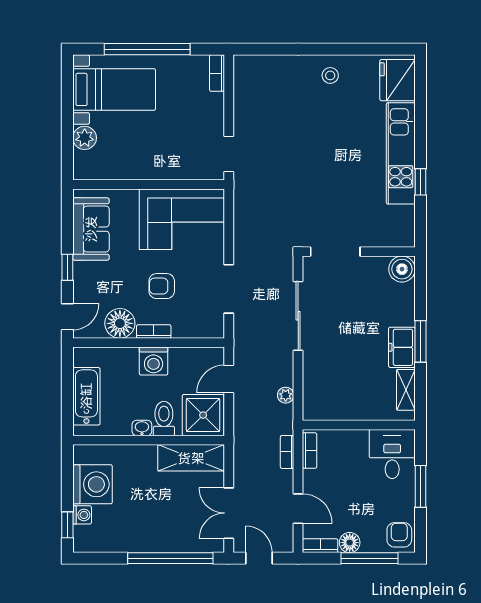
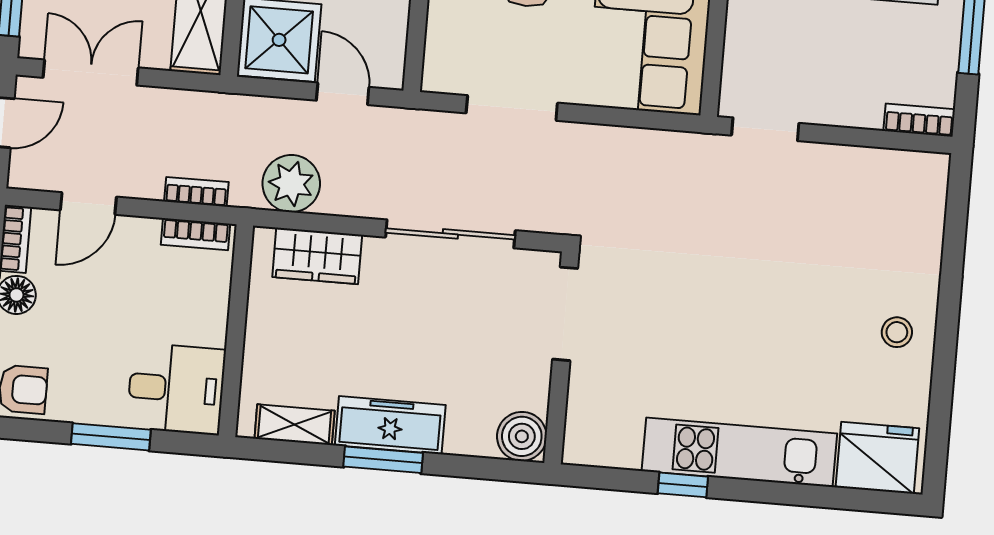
freezer: (402, 347) -> (390, 425), width x1.40
wardrobe: (316, 385) -> (317, 256), added
plant: (286, 395) -> (291, 184), width x1.88, depth x1.88

